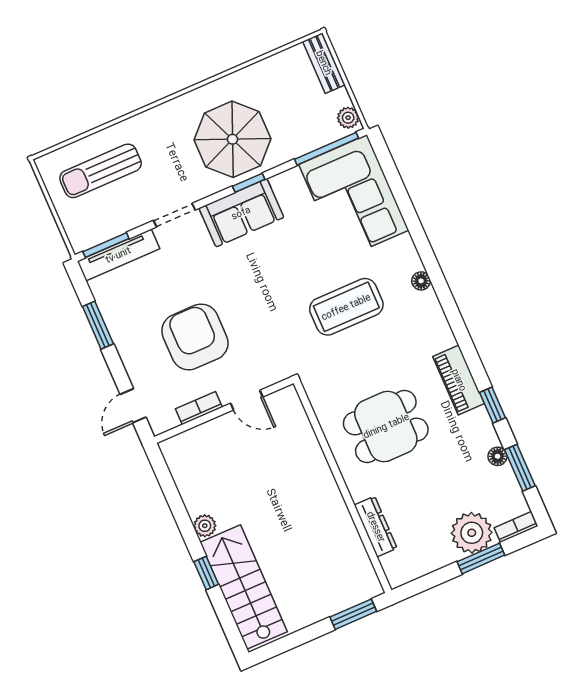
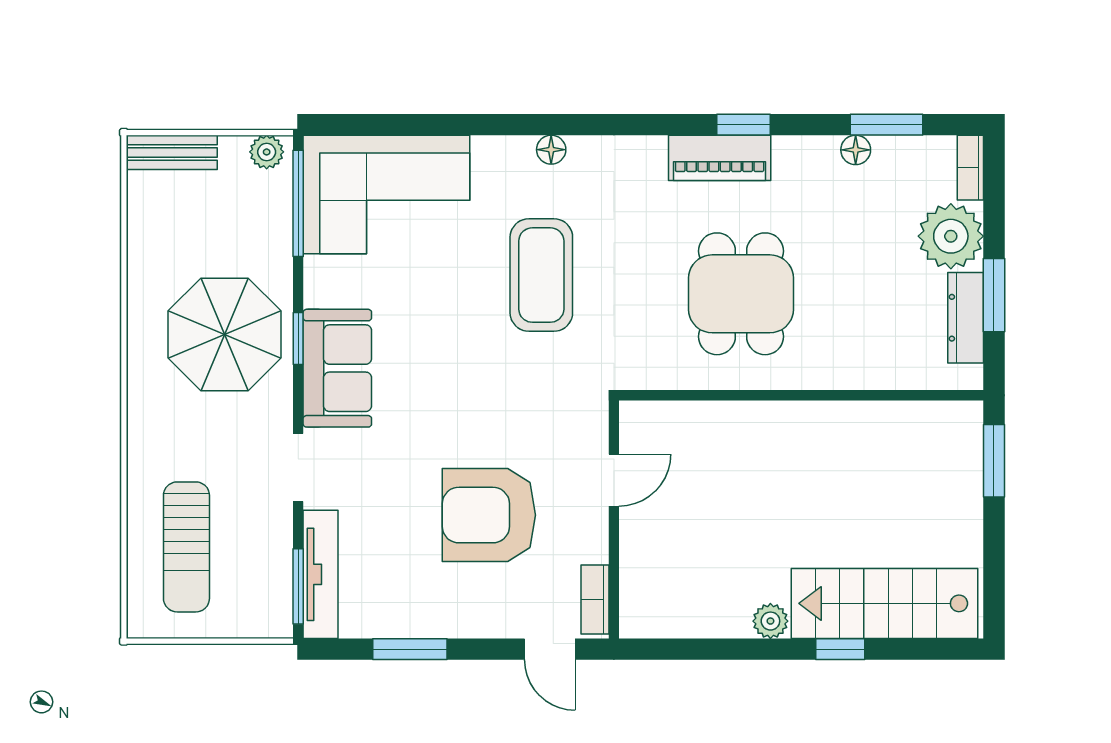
window: (492, 405) -> (744, 125), moved
bookcase: (199, 408) -> (595, 599), moved
dresser: (376, 527) -> (966, 318), moved, turned -90
window: (481, 558) -> (994, 295), moved

